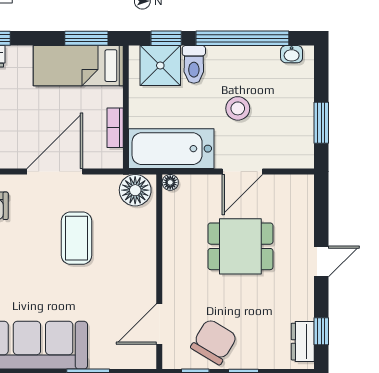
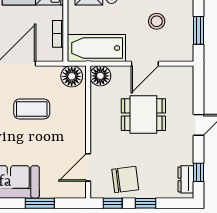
stool: (238, 108) -> (157, 21), moved
floor lamp: (170, 182) -> (100, 76), width x1.89, depth x1.89
coffee table: (77, 238) -> (32, 109), turned 90
chair: (214, 342) -> (125, 180), turned 52

